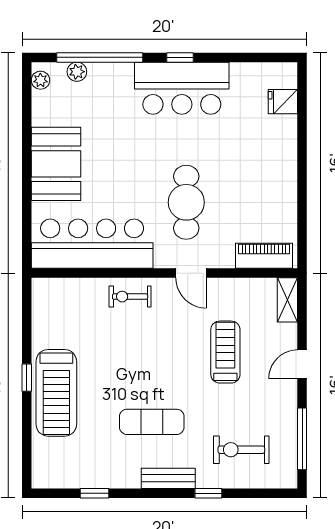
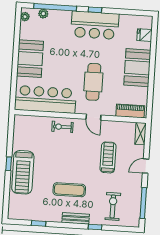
booth: (273, 168) -> (137, 68), added
exercise bike: (241, 450) -> (113, 206), turned 90

